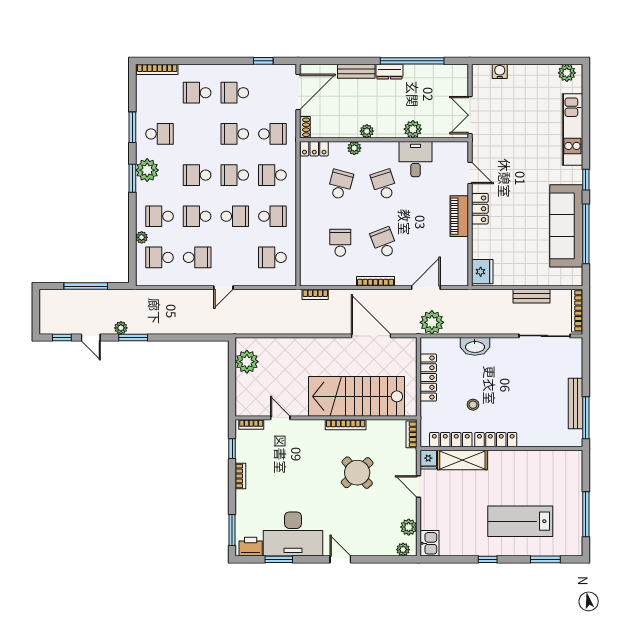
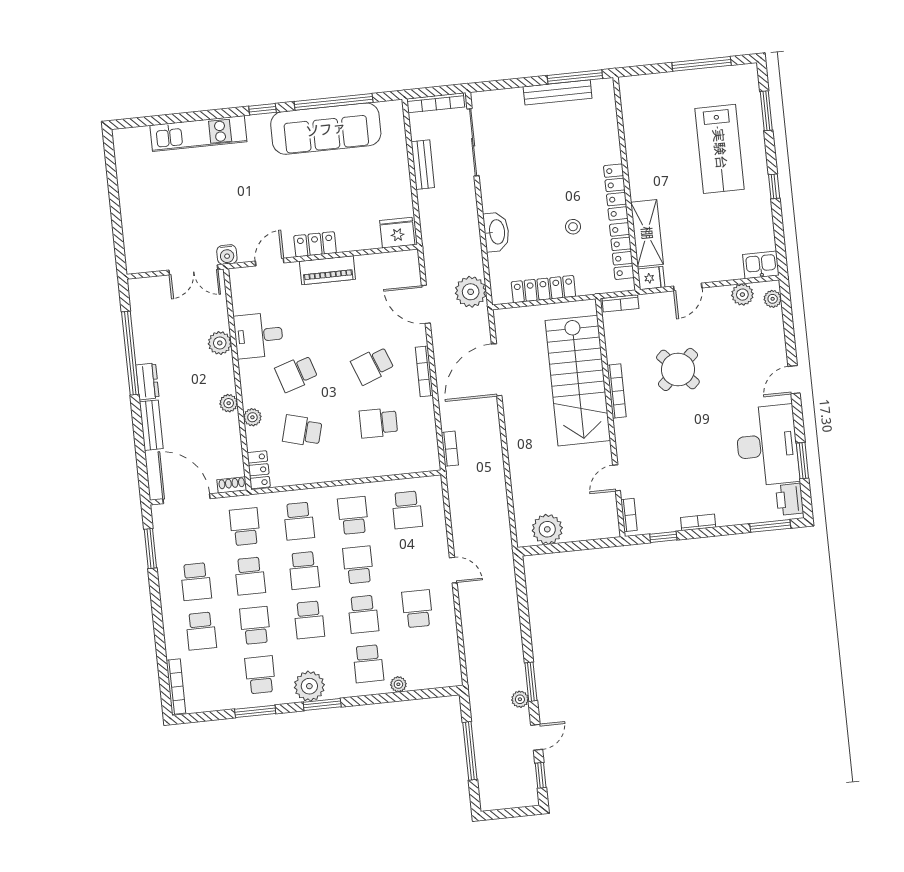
window: (263, 61) -> (150, 549), width x1.50
water cooler: (500, 71) -> (227, 255), moved, turned -90
plant: (567, 73) -> (125, 149), removed
school desk: (159, 257) -> (255, 625), moved, turned 180

